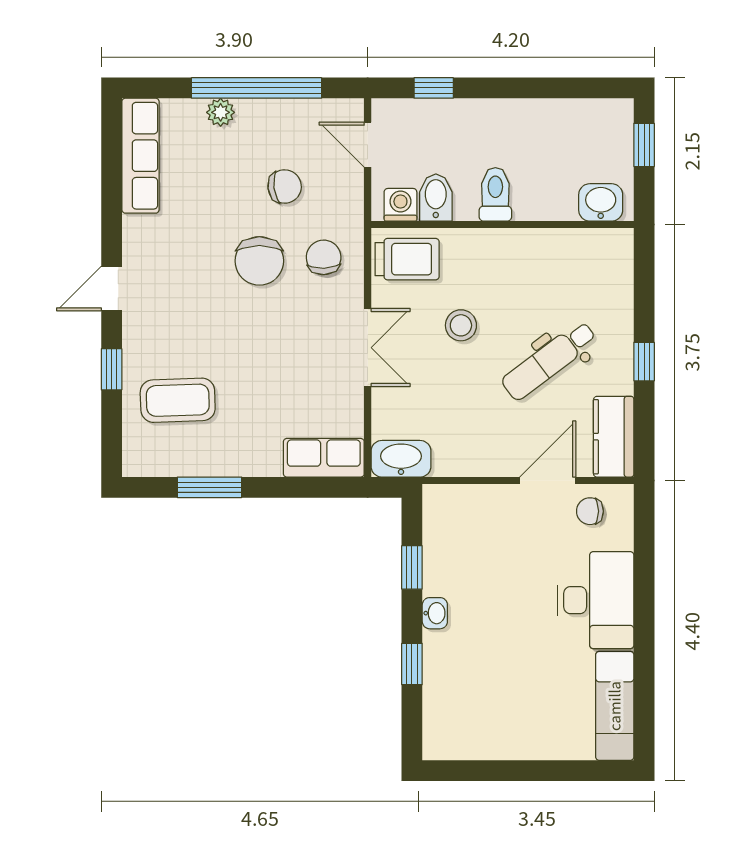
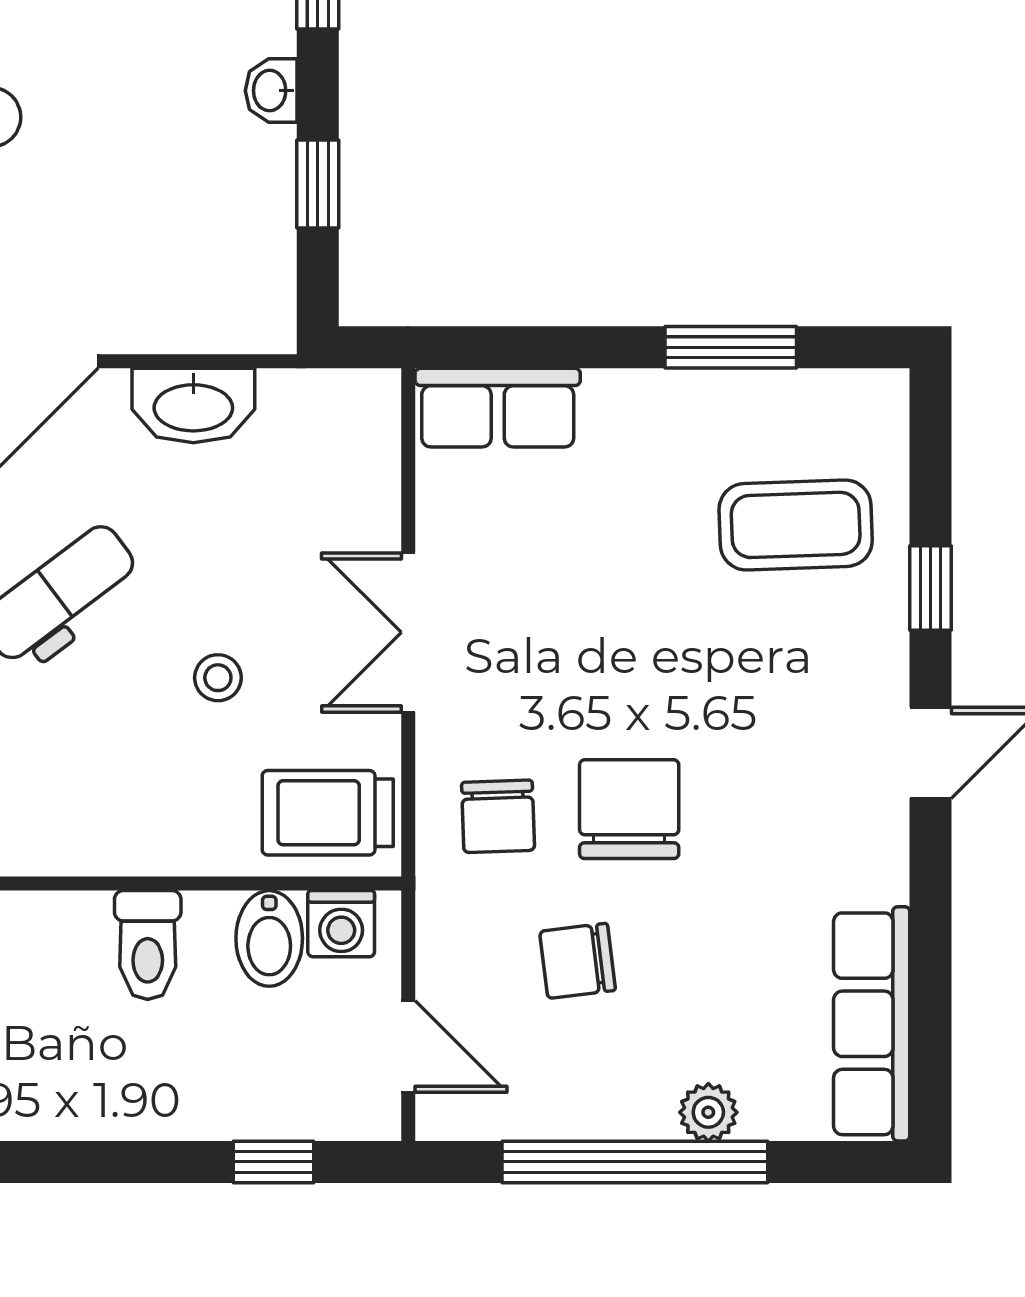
stool: (461, 325) -> (218, 678), width x0.73, depth x0.73
washbasin: (401, 459) -> (193, 406), moved

